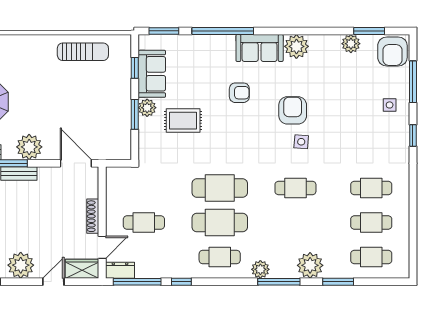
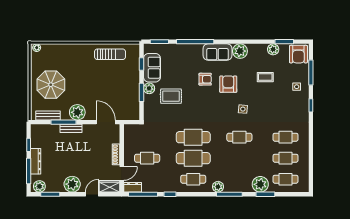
coffee table: (338, 89) -> (265, 77), added
armchair: (293, 110) -> (228, 84), moved
plant: (310, 265) -> (260, 184), moved

